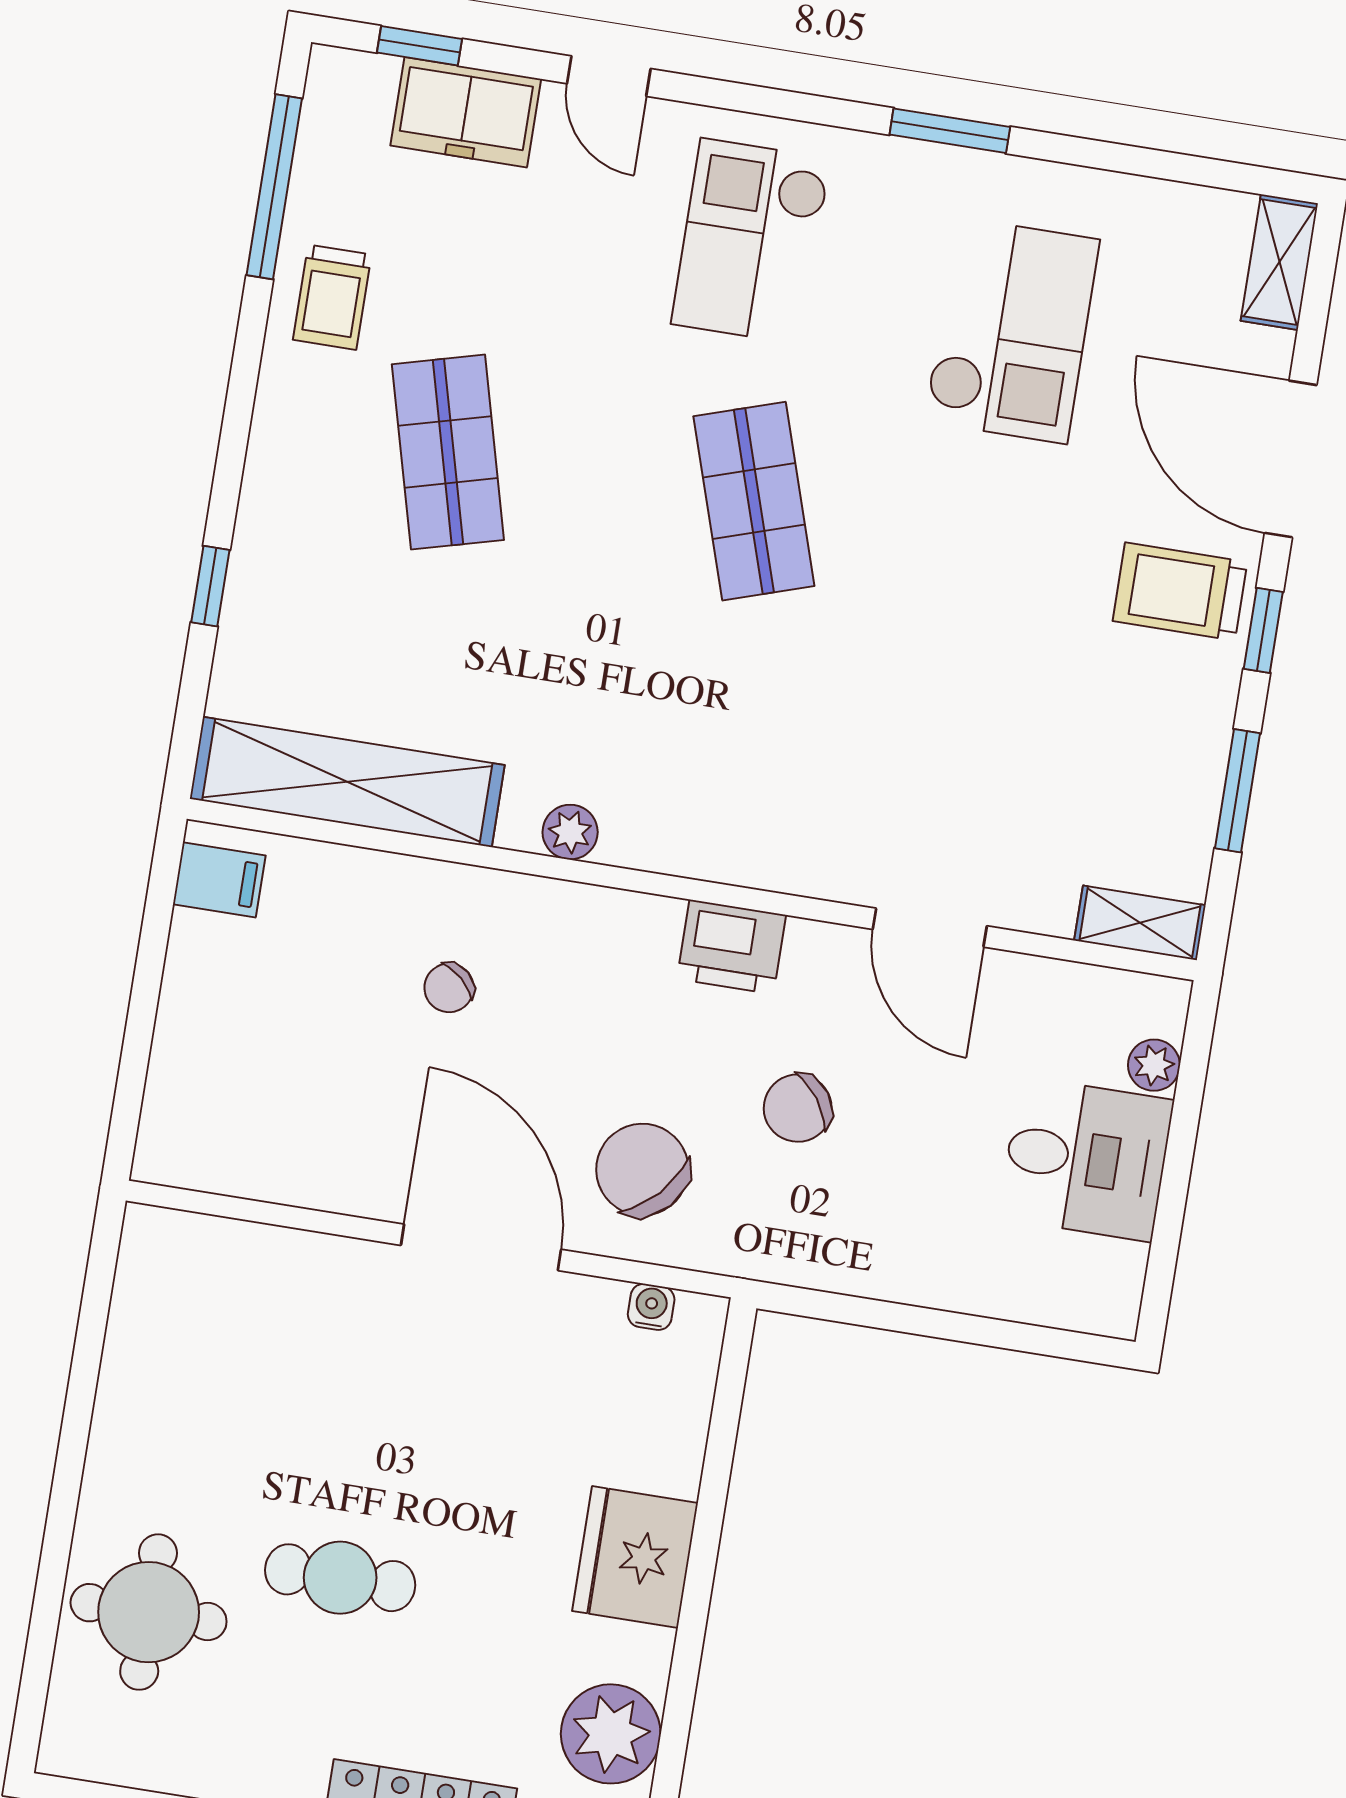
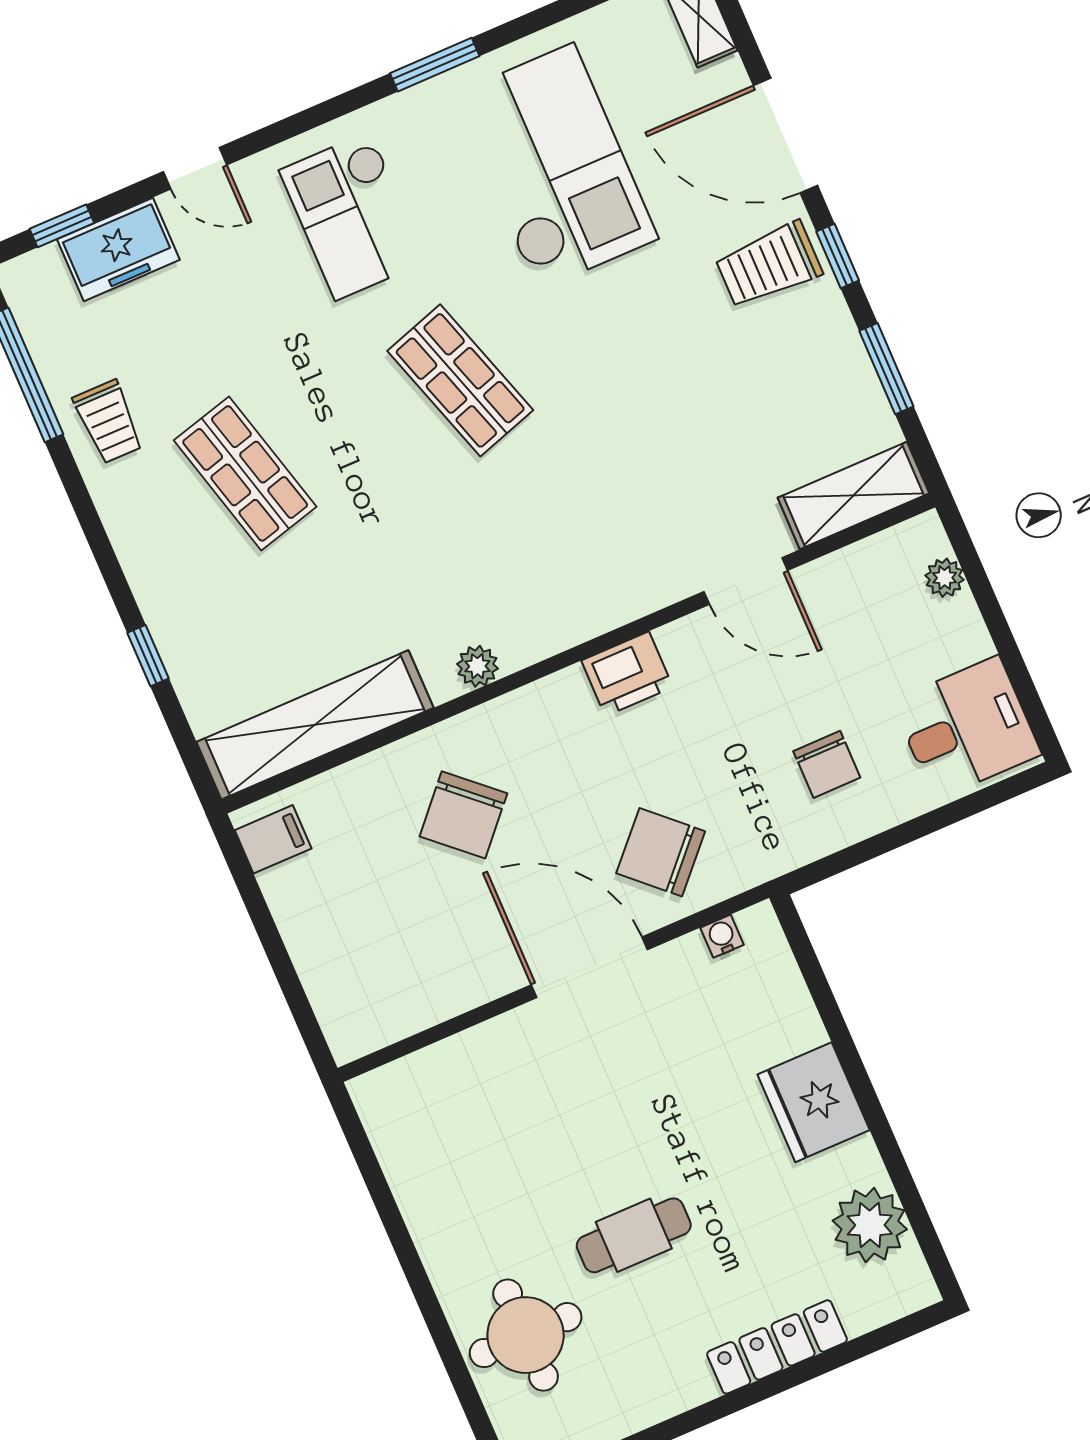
checkout: (1012, 330) -> (555, 167), width x1.36, depth x1.21
shelving: (1140, 923) -> (853, 495), width x1.50, depth x1.33
chair: (449, 988) -> (464, 815), width x1.87, depth x1.87
chair: (798, 1108) -> (827, 764), moved, turned -54
desk: (1086, 1159) -> (967, 728), moved

